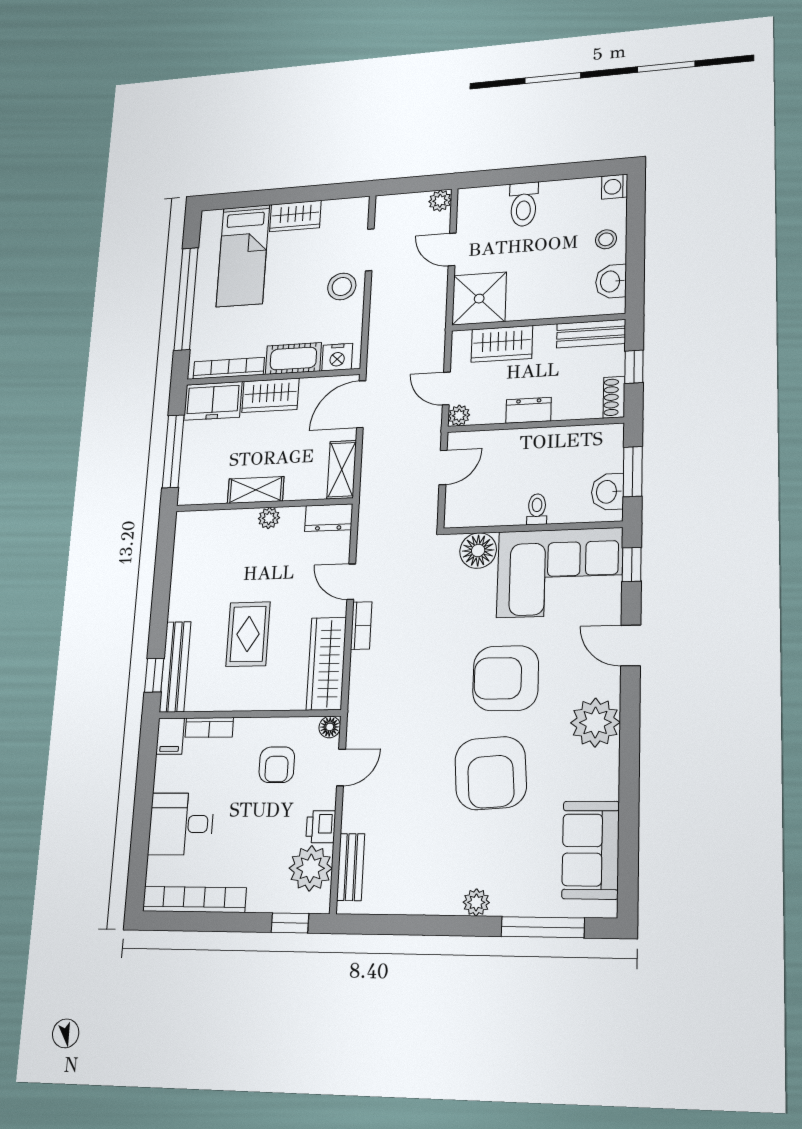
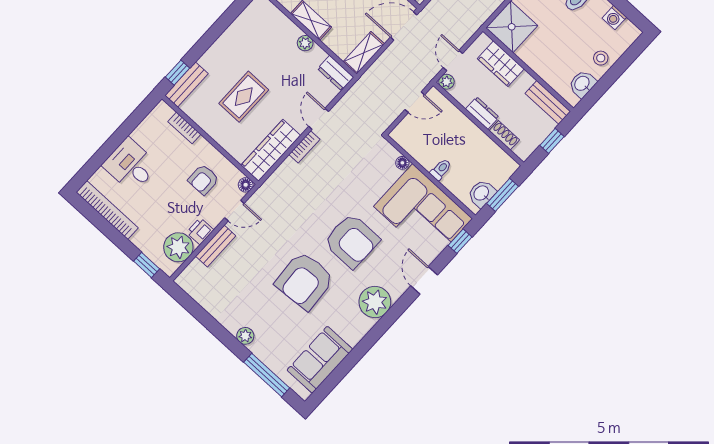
washing machine: (615, 187) -> (614, 18), moved, turned -90
shoe rack: (614, 397) -> (504, 135), moved, turned 90
floor lamp: (478, 551) -> (402, 163), width x0.53, depth x0.53
bench: (175, 667) -> (187, 84), width x0.73
armchair: (506, 678) -> (352, 241), turned 180
filing cabinet: (170, 736) -> (160, 114), removed
bench: (351, 867) -> (216, 246), moved

